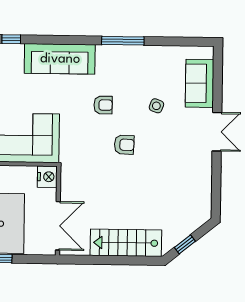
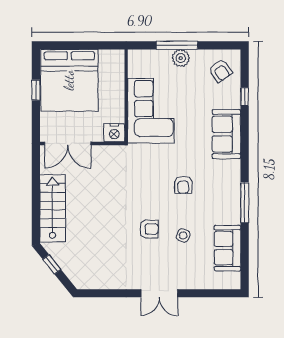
sofa: (60, 59) -> (226, 134), width x0.73
sofa: (200, 83) -> (227, 248), moved, turned -90
armchair: (124, 145) -> (149, 229), moved, turned -92

